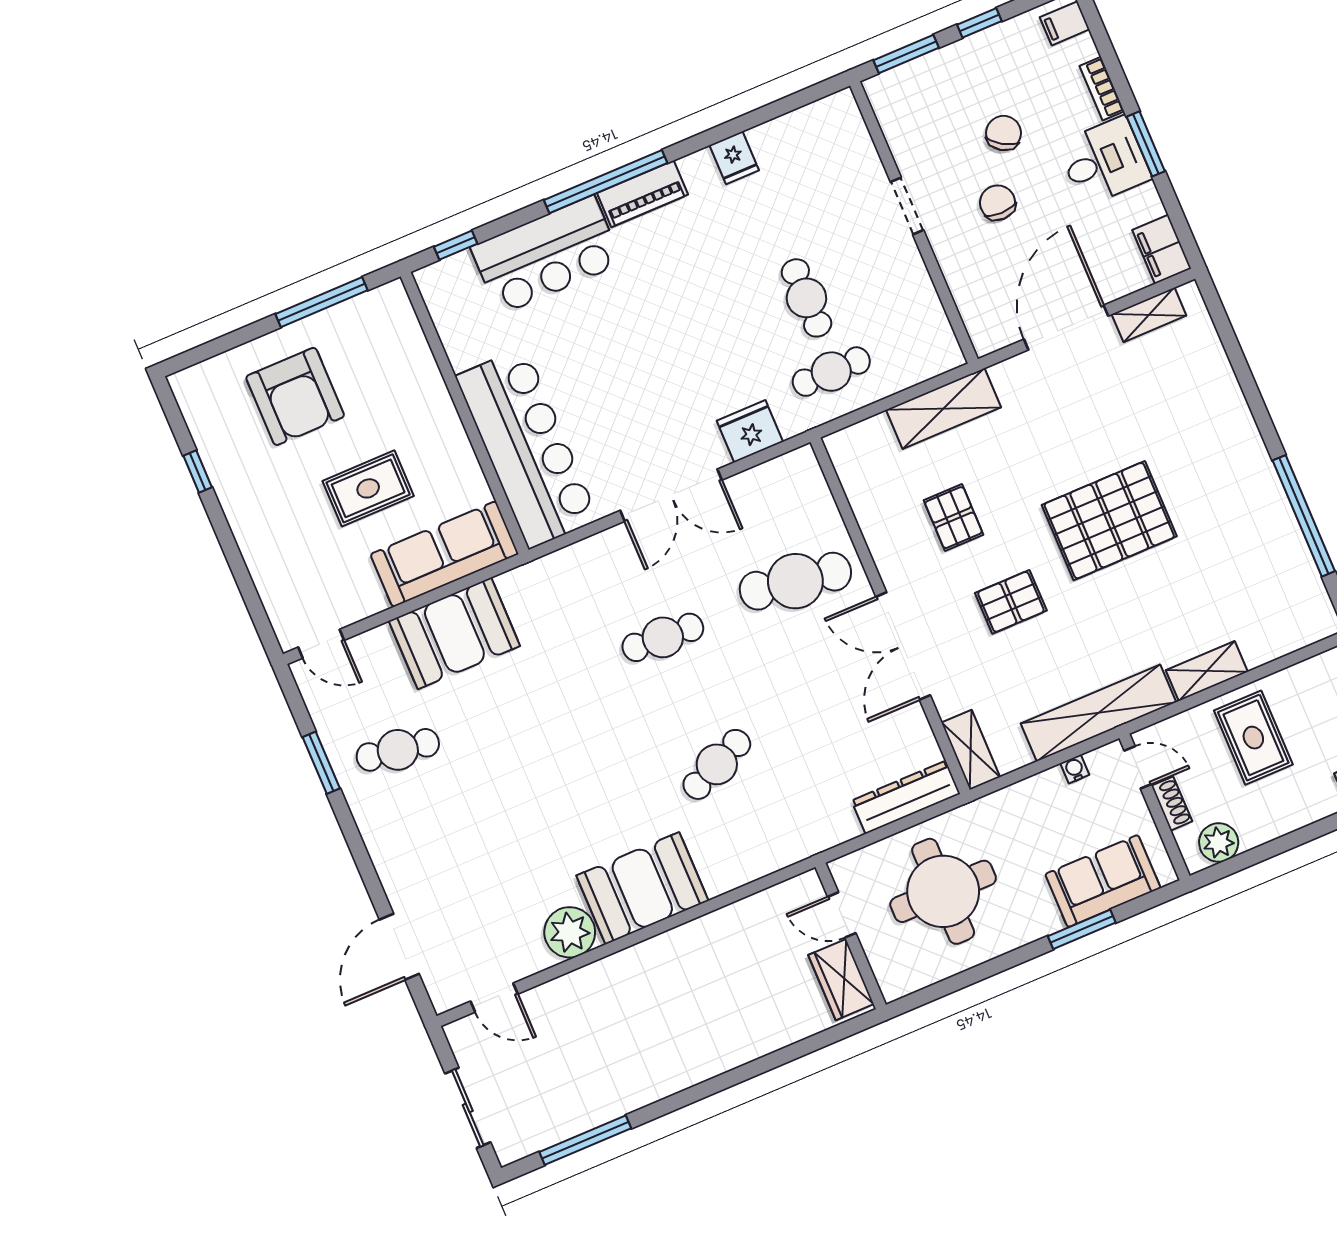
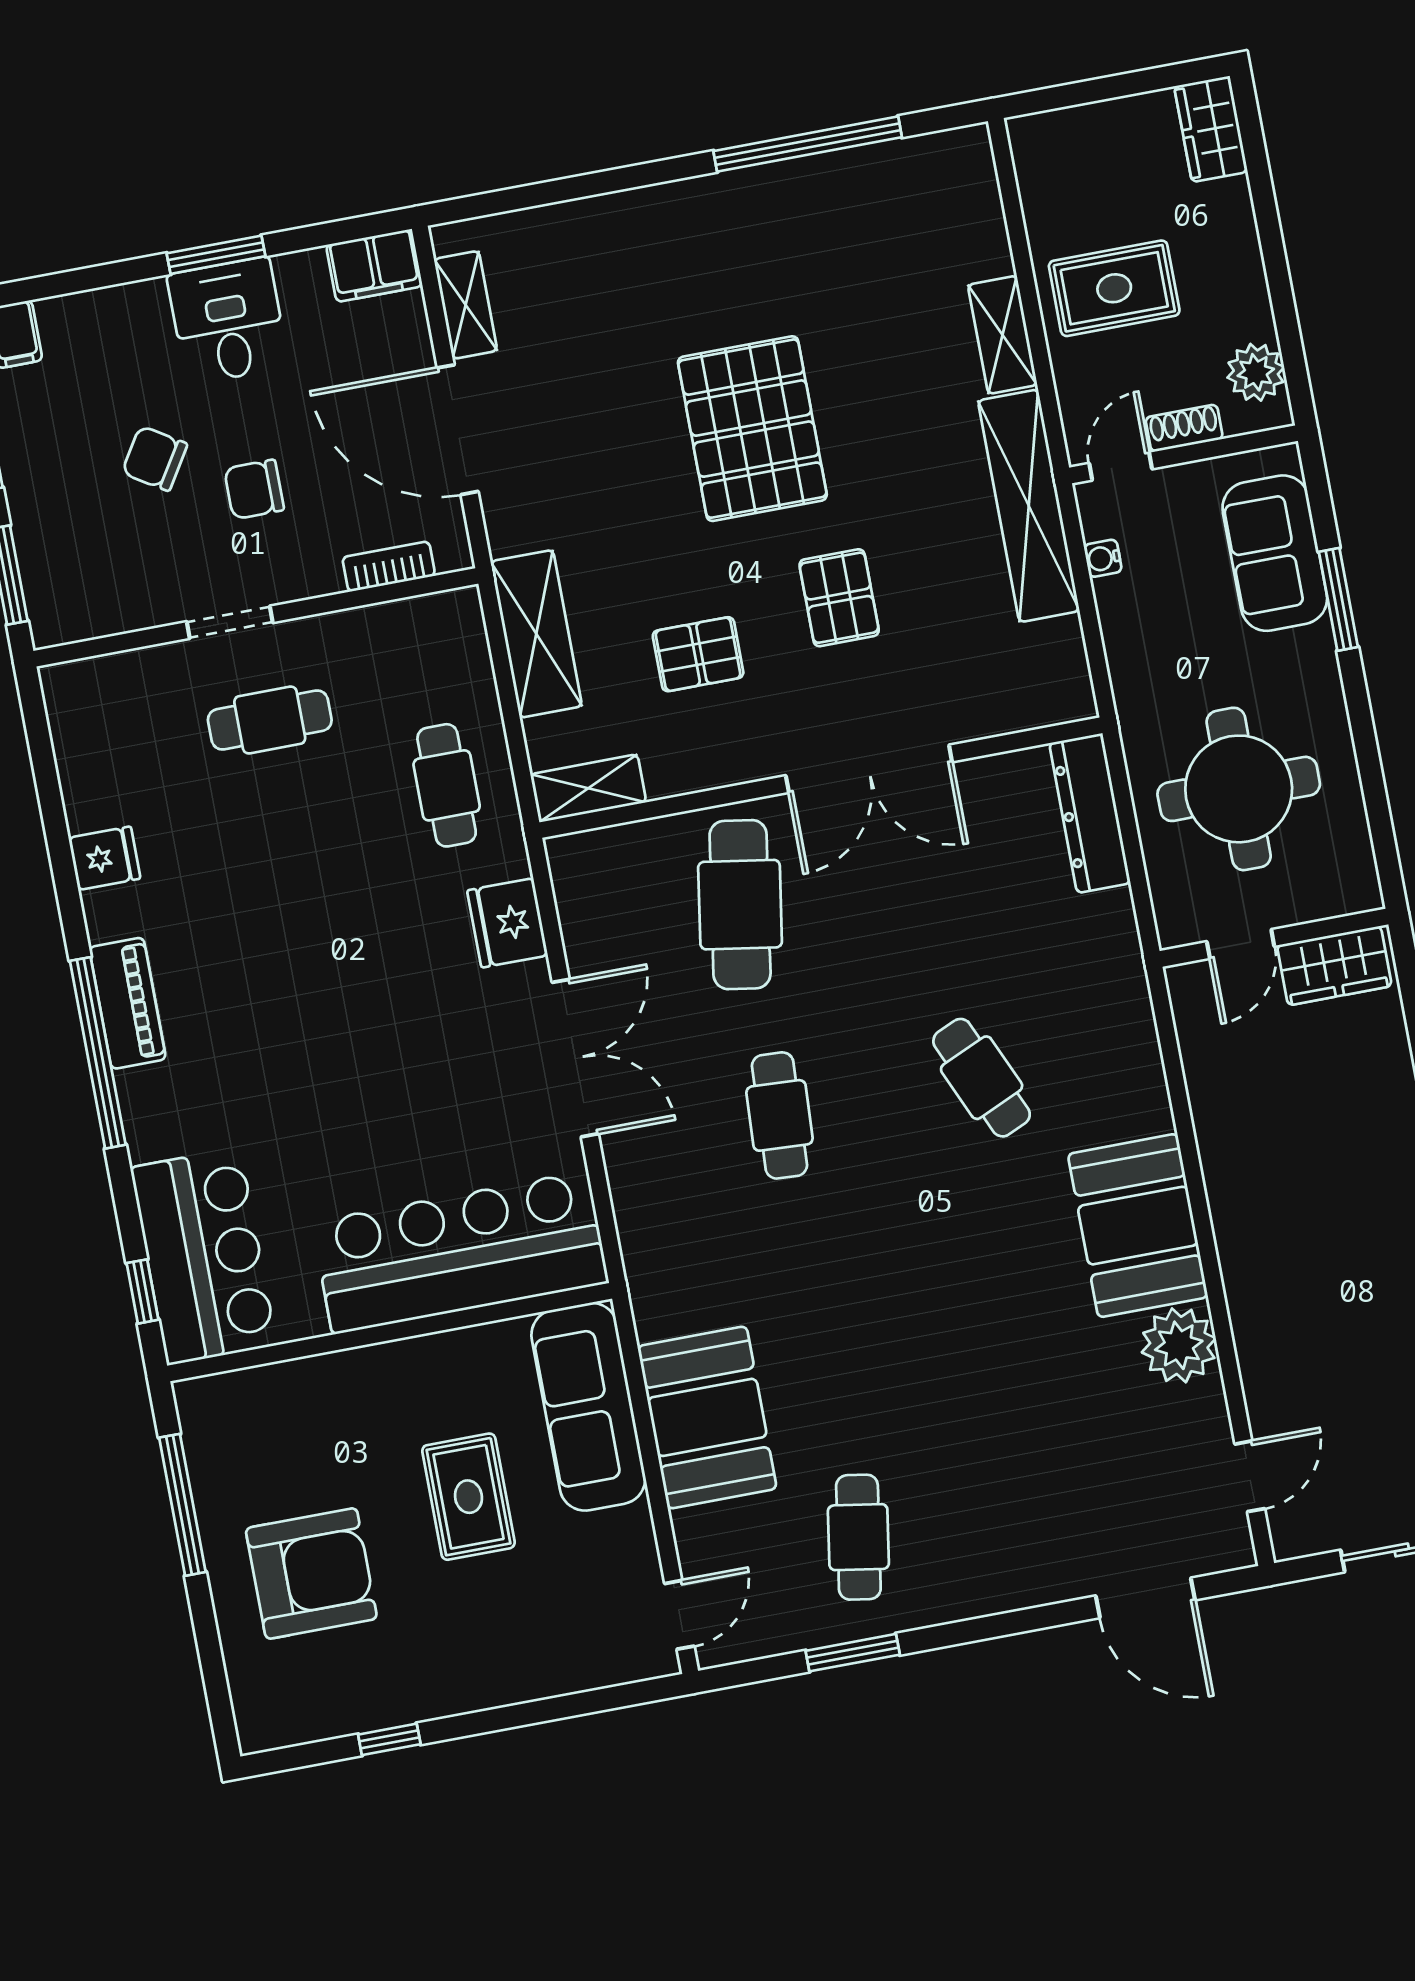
bookcase: (1102, 89) -> (389, 566), moved, turned 180
bar counter: (547, 255) -> (204, 1256), moved
cafe table: (806, 298) -> (270, 720), moved
shelving: (971, 750) -> (588, 788), moved

